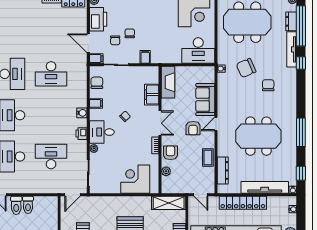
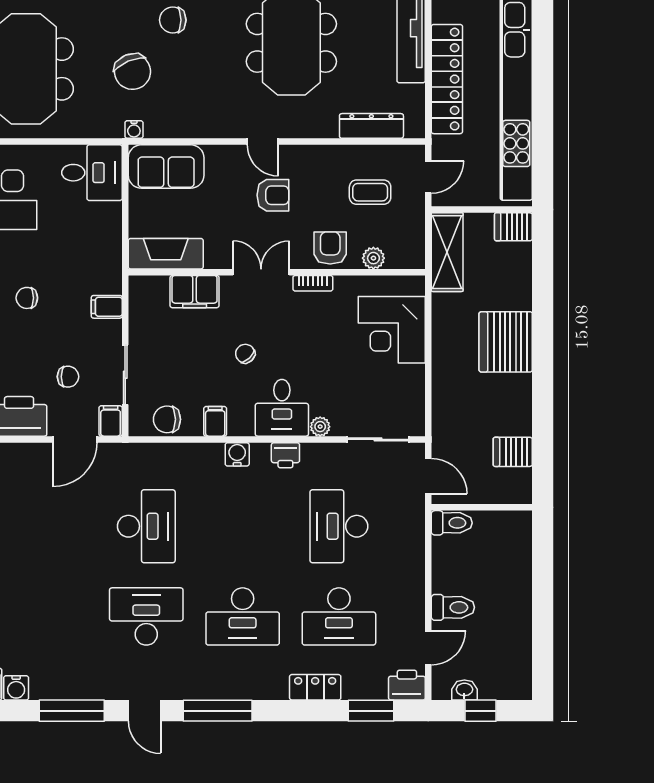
chair: (130, 33) -> (27, 298), moved
desk: (198, 51) -> (92, 173), width x0.73
sofa: (205, 100) -> (166, 167), moved
armchair: (170, 153) -> (330, 248), turned 90
coffee table: (208, 158) -> (370, 192), moved
toilet: (28, 205) -> (452, 523), moved

